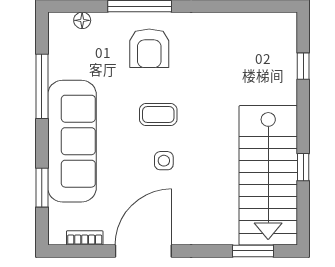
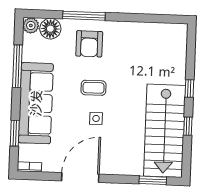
floor lamp: (82, 20) -> (50, 29), width x1.89, depth x1.89
plant: (60, 24) -> (31, 25), added
window: (303, 66) -> (189, 89), moved
bookcase: (85, 238) -> (29, 167), moved

